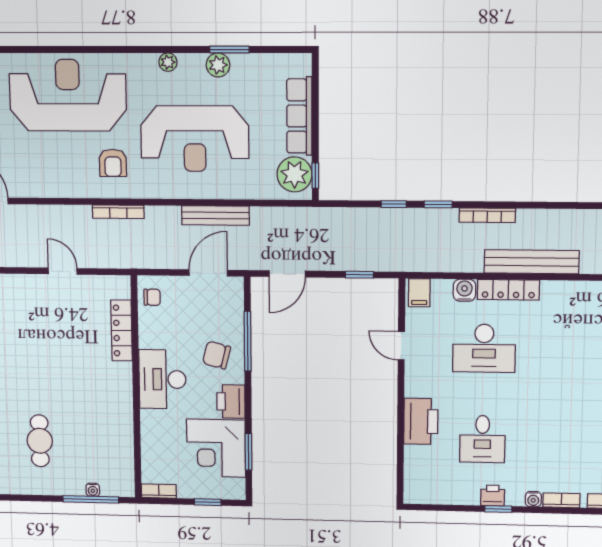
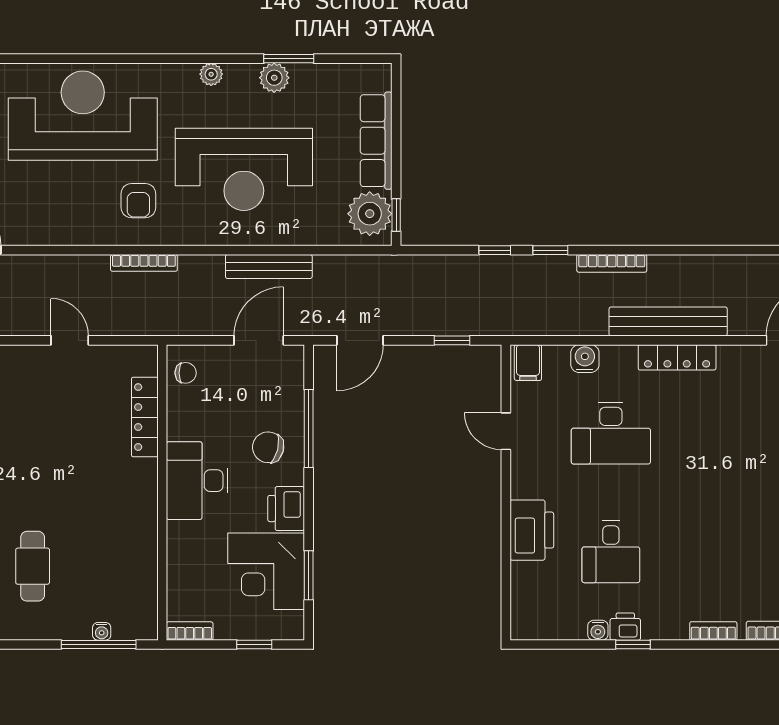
locker: (508, 290) -> (677, 357), moved
water cooler: (533, 499) -> (598, 630), moved

